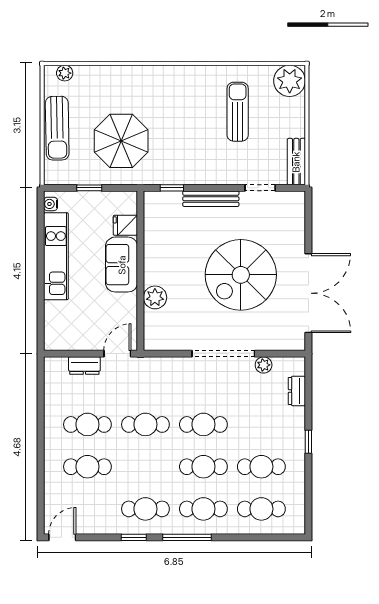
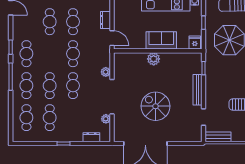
fridge: (125, 225) -> (195, 43), moved
spiral stairs: (241, 275) -> (156, 106), width x0.73, depth x0.73
plant: (155, 297) -> (154, 59), moved
plant: (179, 365) -> (106, 72), added

